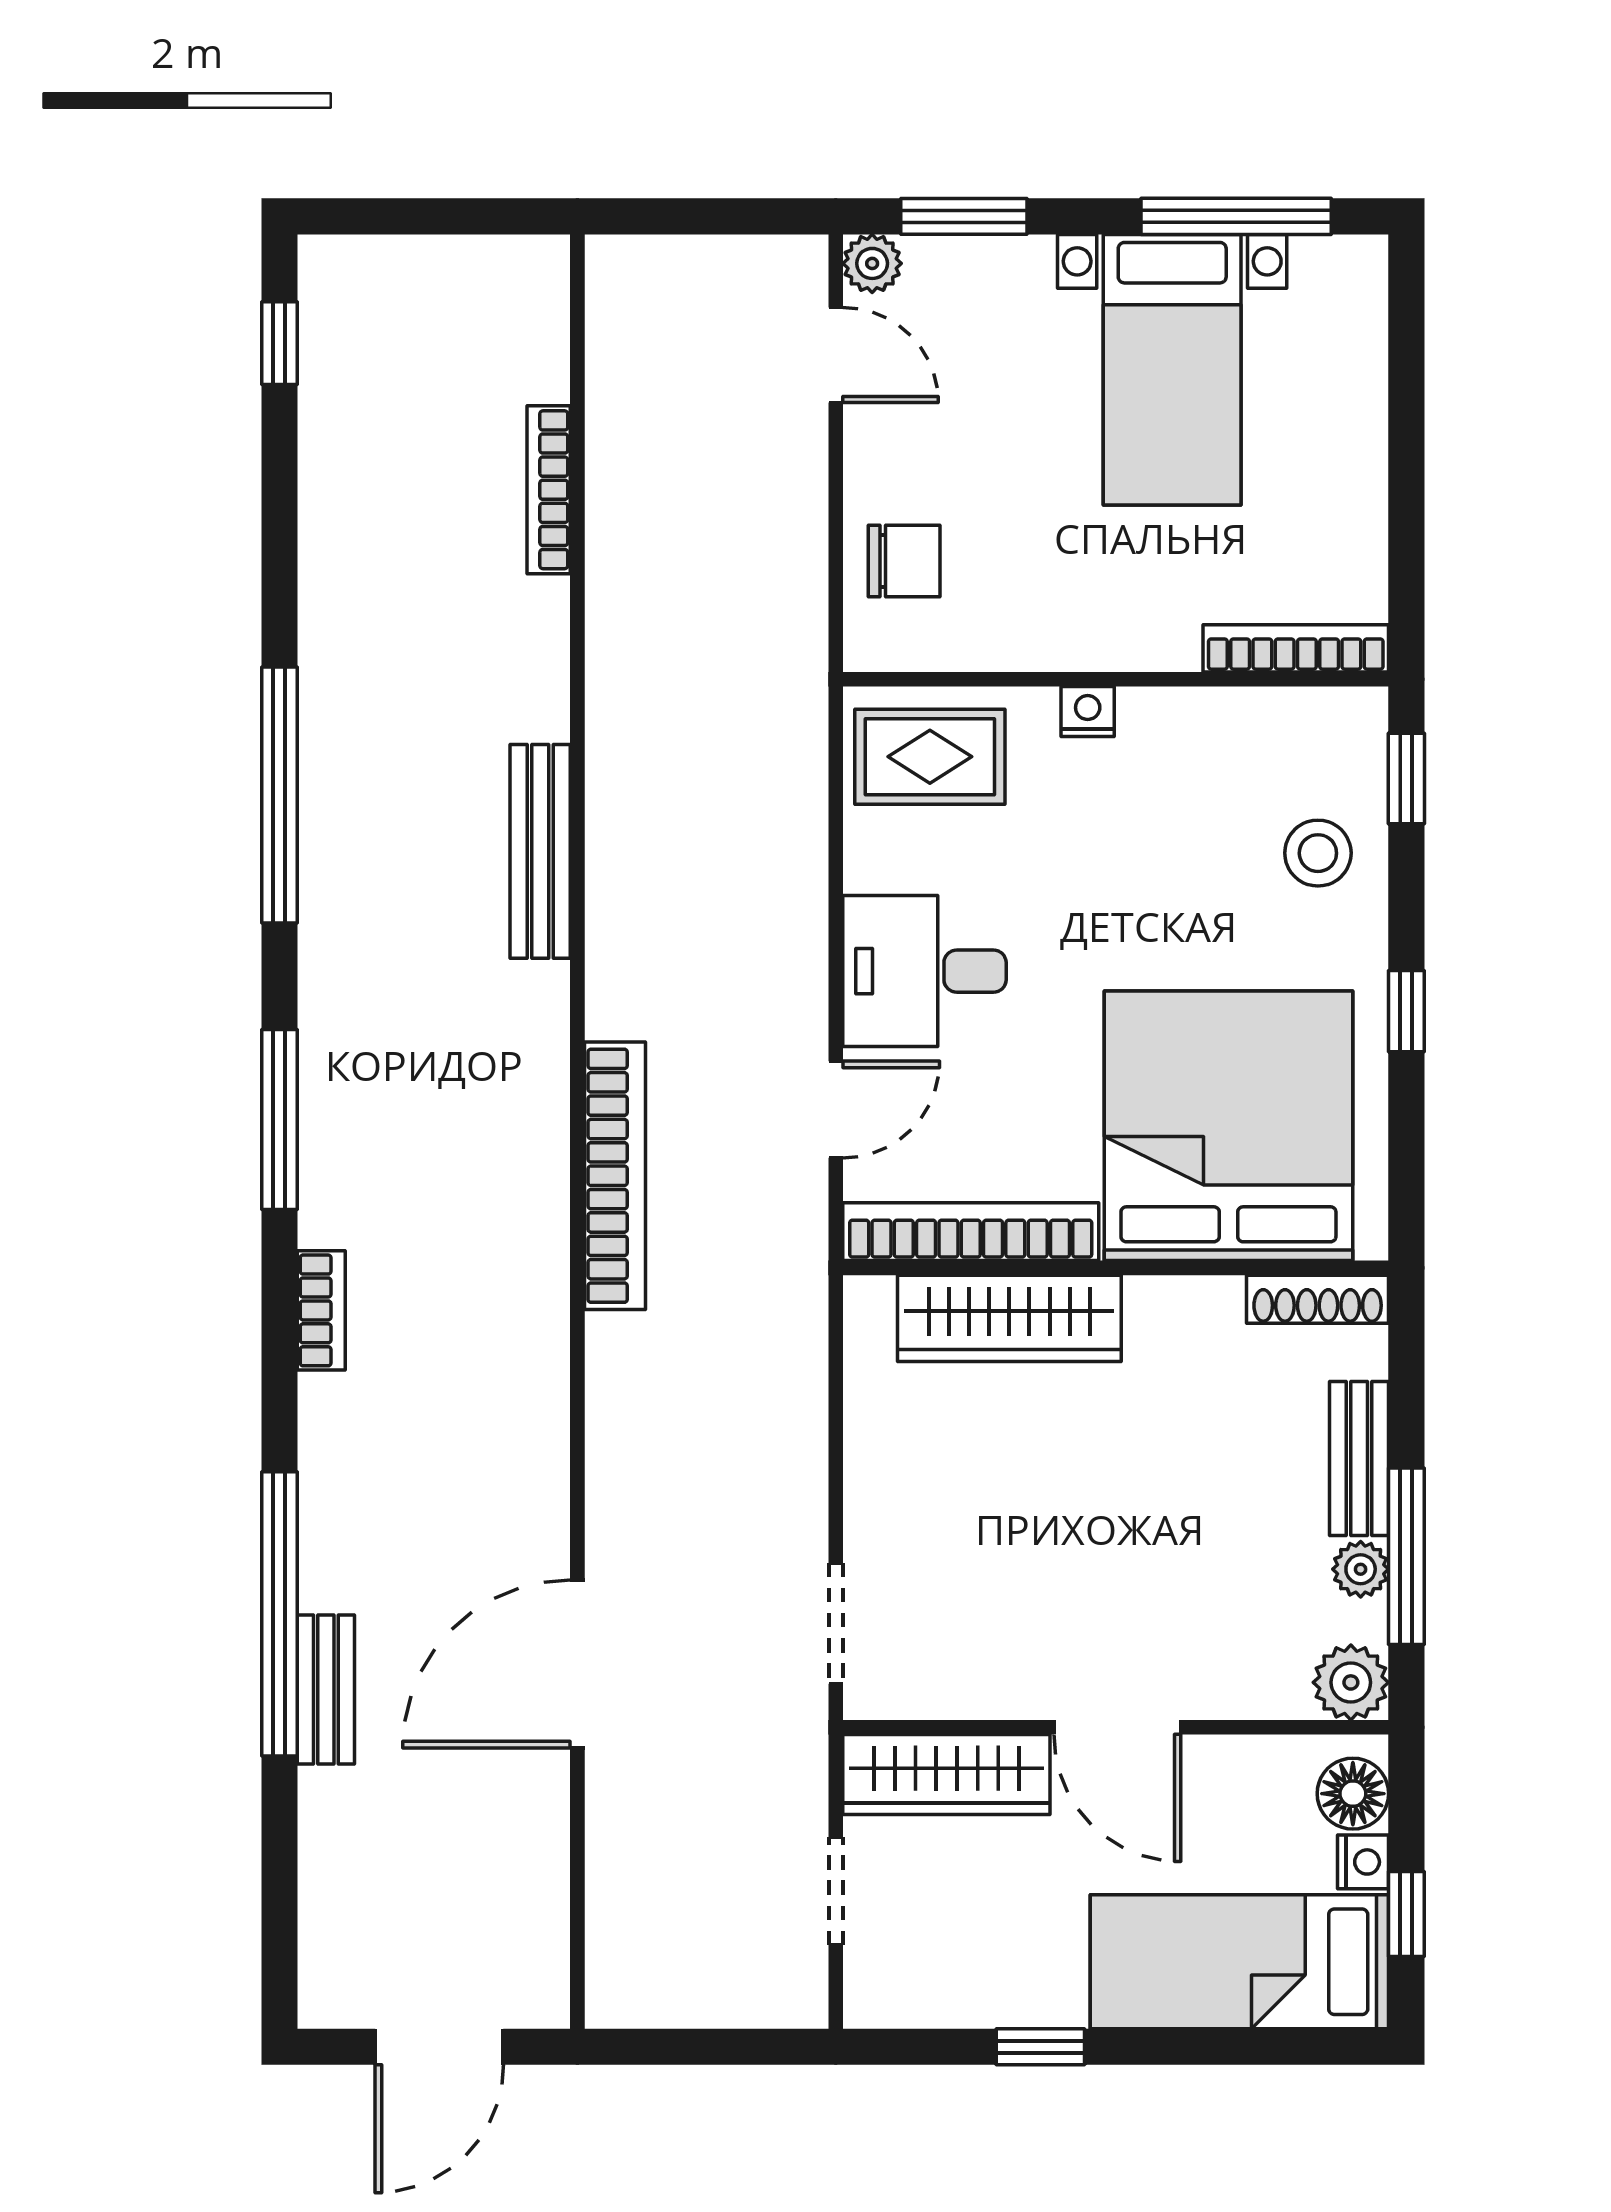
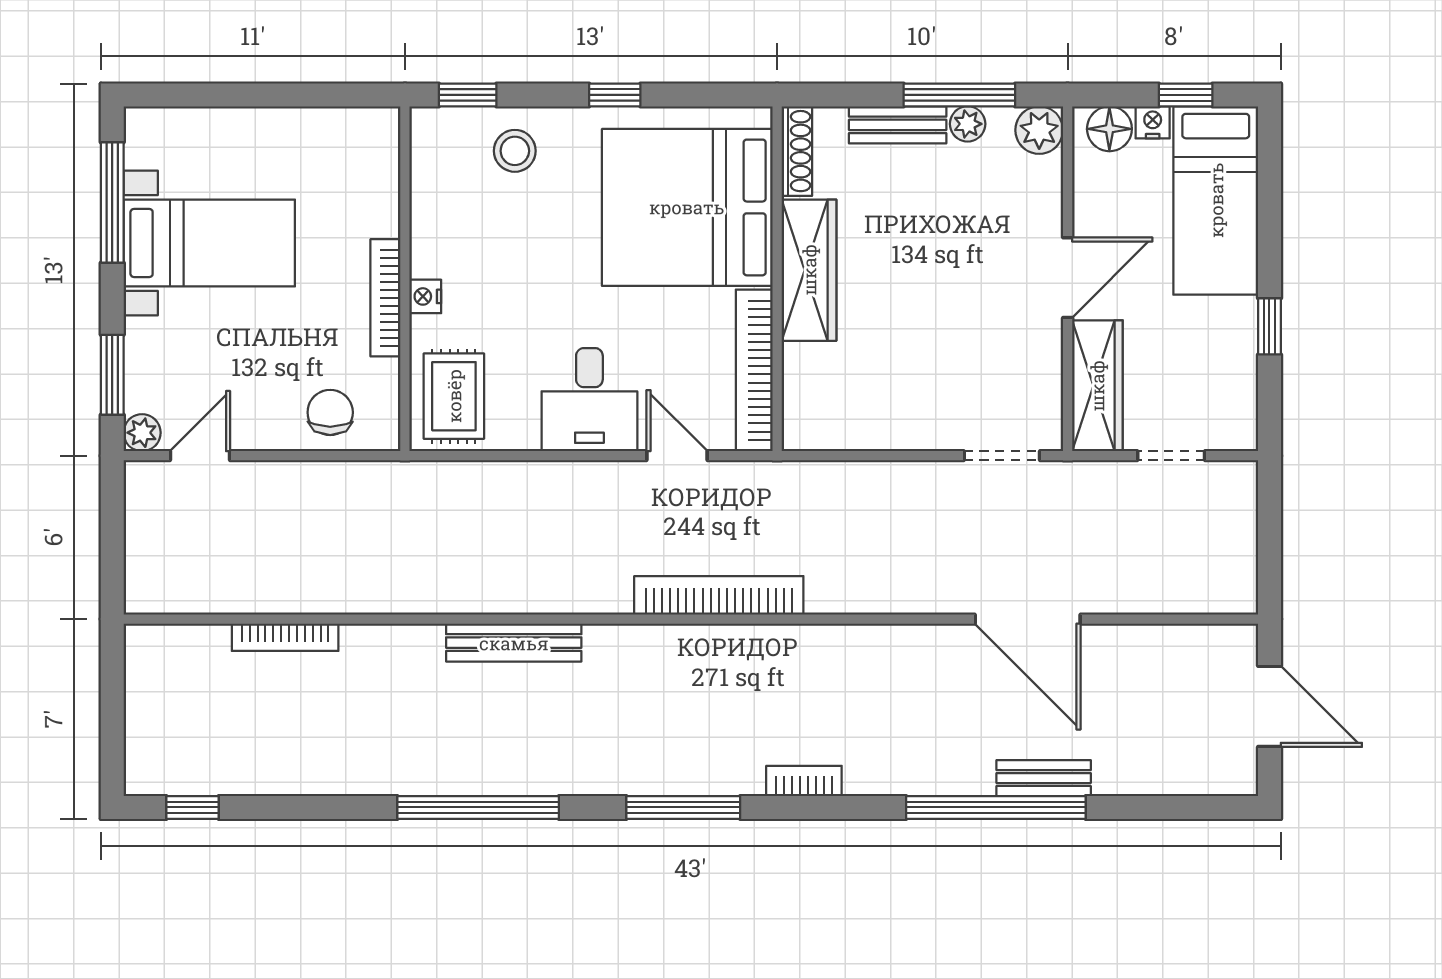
bookcase: (1296, 648) -> (385, 298), moved
wardrobe: (1009, 1318) -> (809, 270), moved

